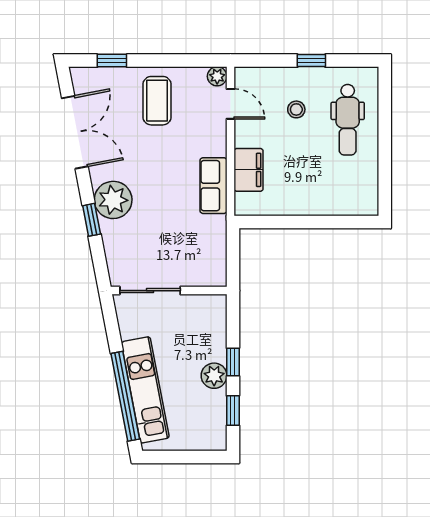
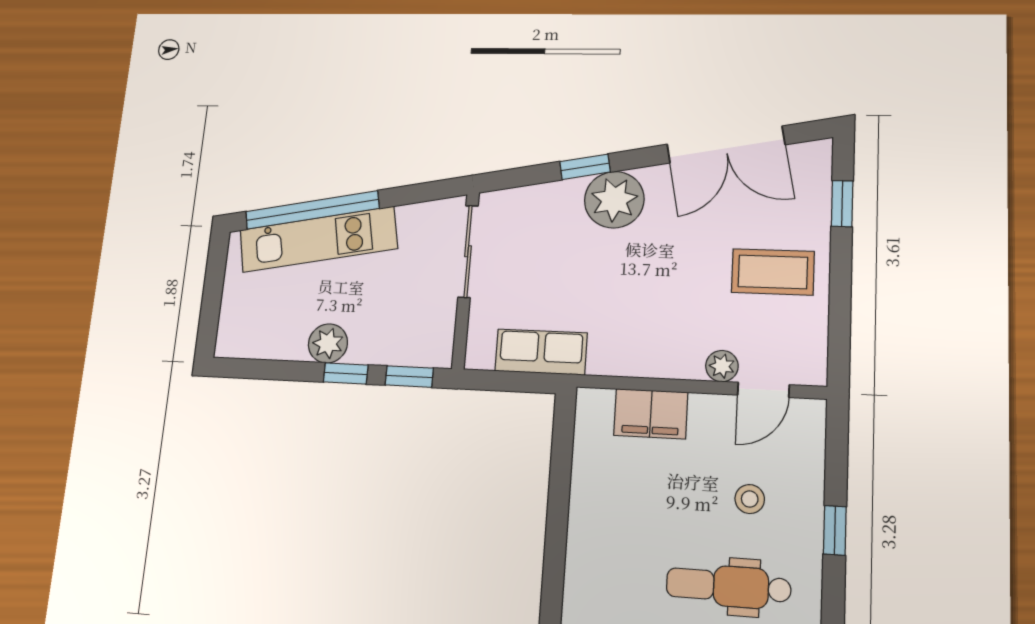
plant: (217, 76) -> (722, 366), moved
row of seats: (213, 186) -> (541, 352), moved
window: (233, 411) -> (409, 377), moved

